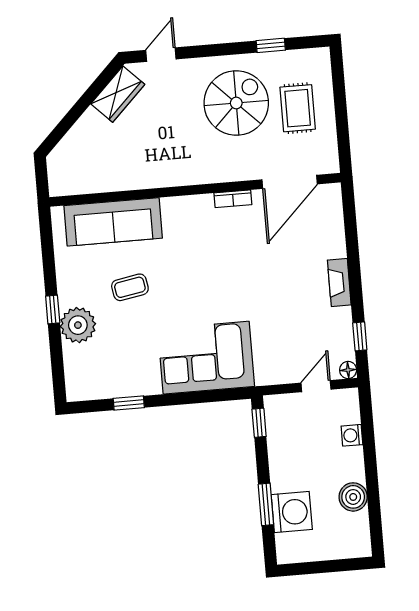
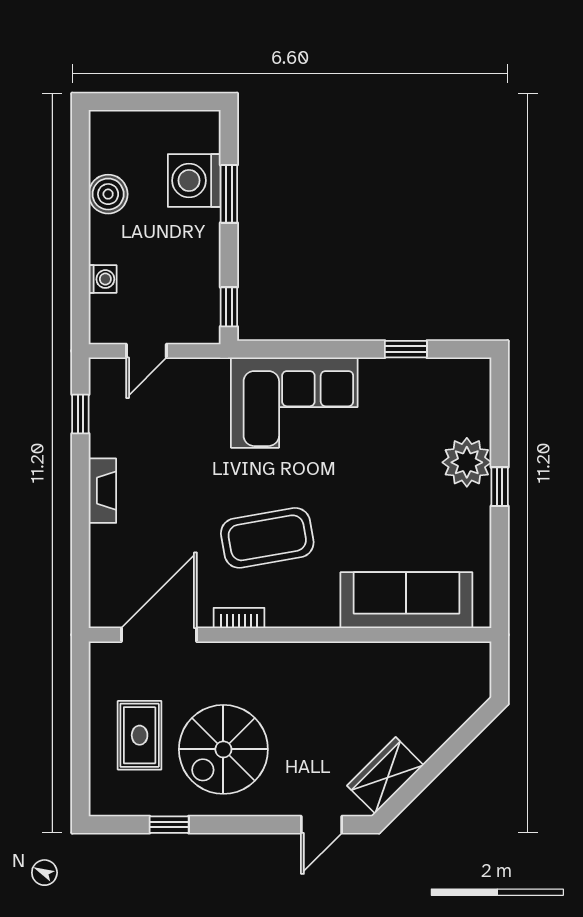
coffee table: (130, 287) -> (267, 538), moved, width x1.86, depth x1.72
floor lamp: (348, 370) -> (100, 369), removed

